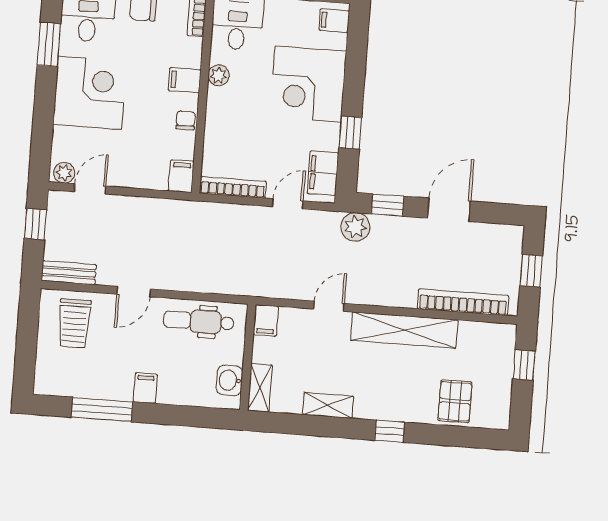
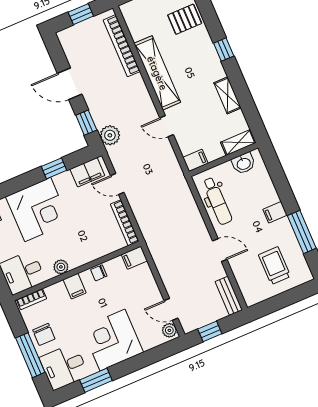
trolley: (74, 323) -> (275, 266), moved, turned -90

